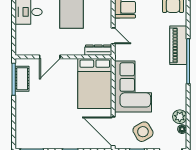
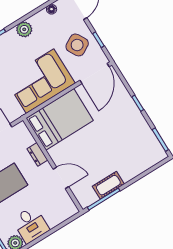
dresser: (98, 50) -> (37, 154), moved, width x0.70
cot: (22, 79) -> (108, 185), moved
plant: (180, 117) -> (24, 29), moved

